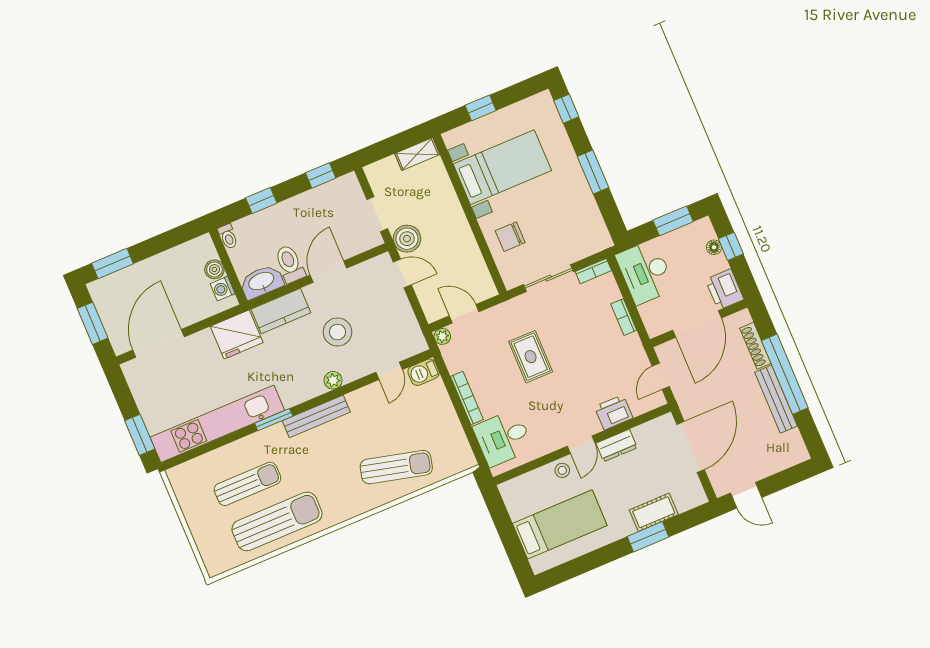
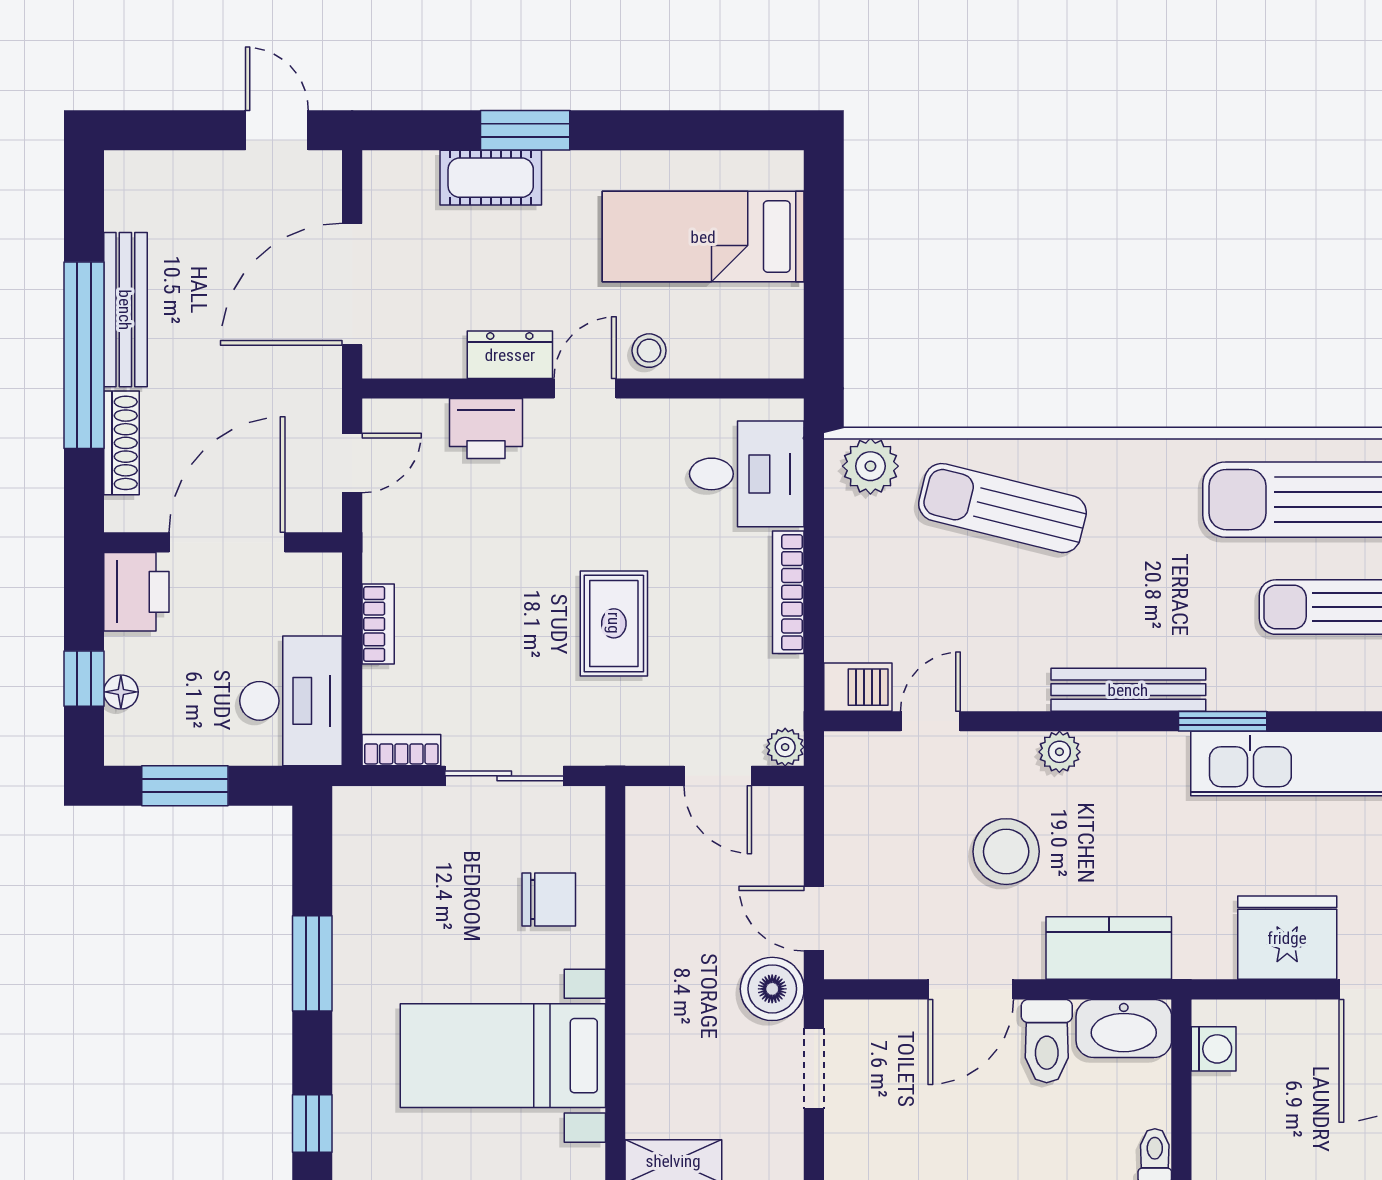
boiler: (214, 269) -> (1214, 1097), removed
fridge: (237, 334) -> (1287, 938), moved
plant: (455, 462) -> (870, 466), added

